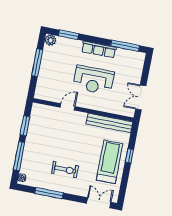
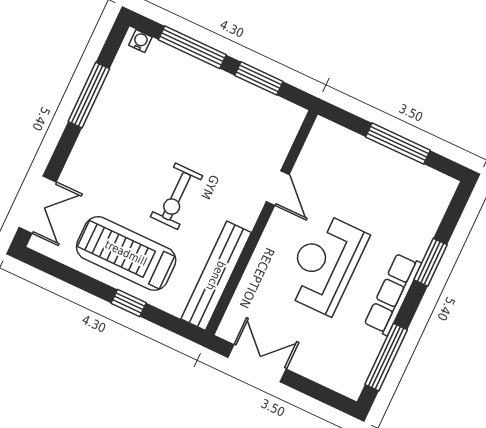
window: (69, 35) -> (431, 262), moved
plant: (50, 40) -> (442, 188), removed
treadmill: (109, 162) -> (126, 253), turned 180
exercise bike: (65, 170) -> (176, 196), moved

